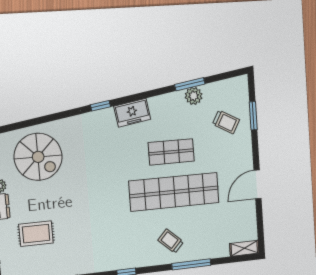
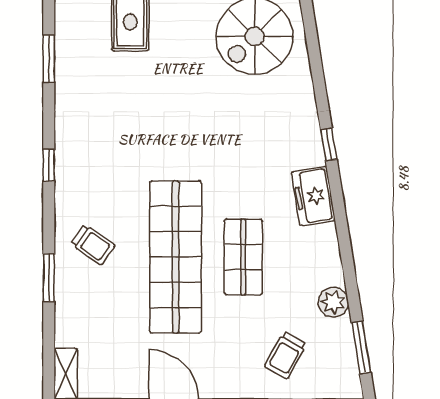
window: (190, 84) -> (361, 348), moved
trolley: (171, 241) -> (93, 245), turned 82
window: (191, 264) -> (49, 278), width x0.69

